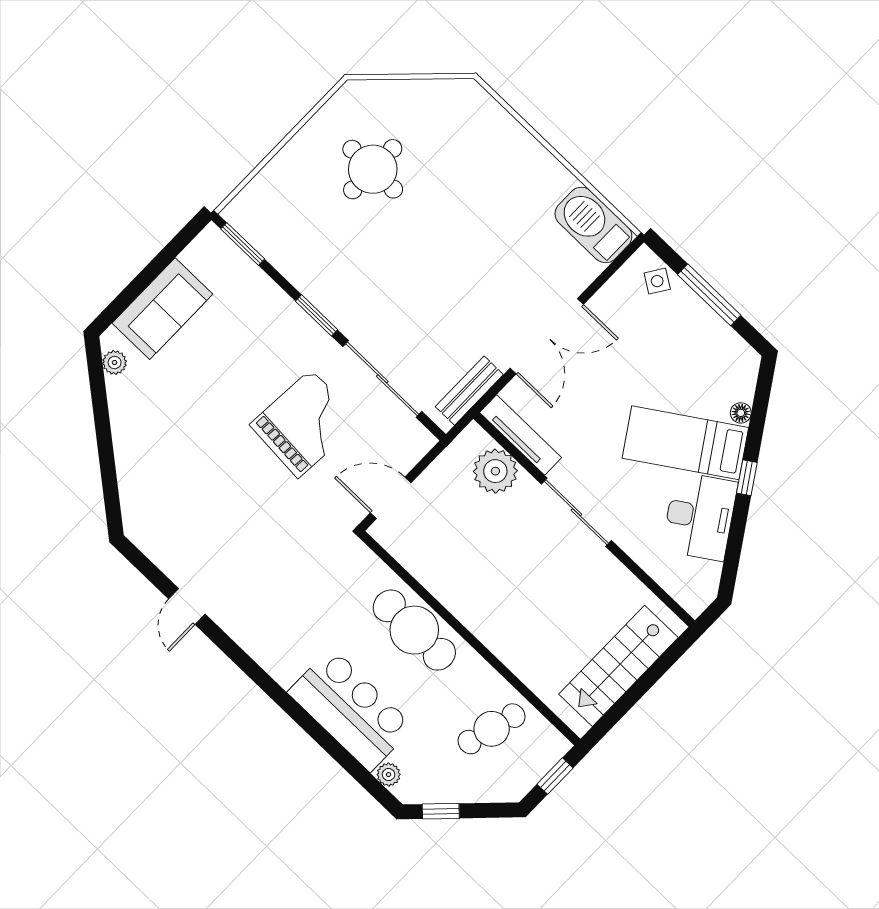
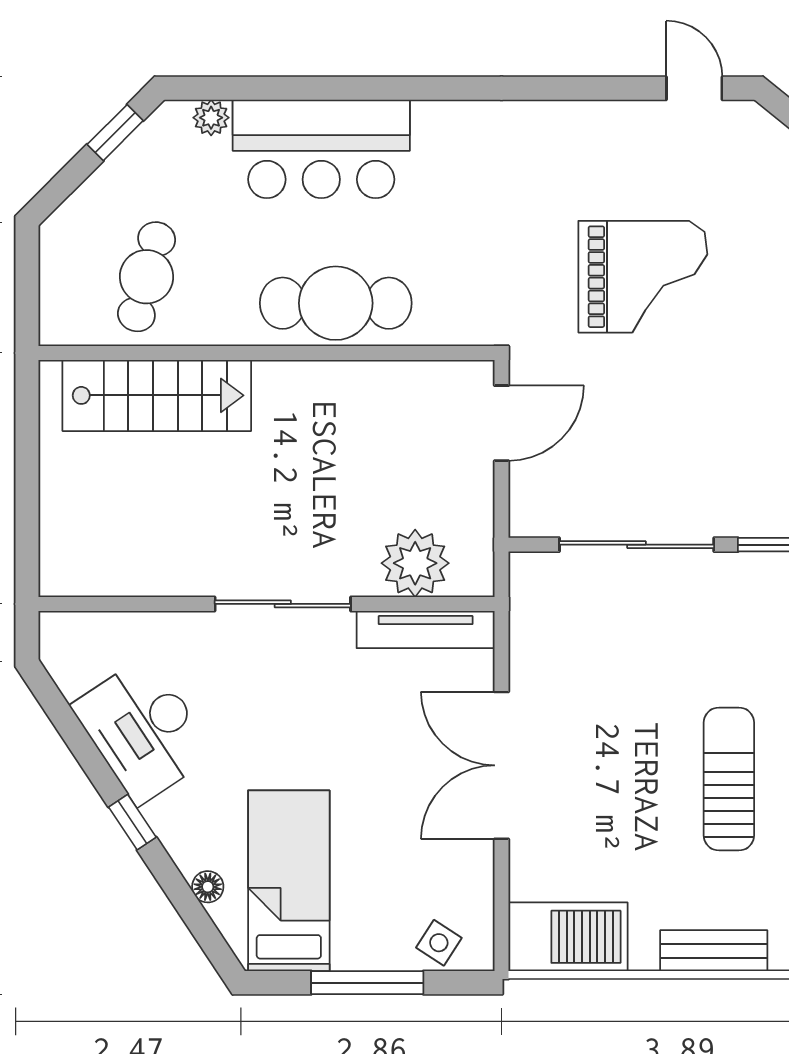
sun lounger: (446, 226) -> (729, 779), added
bench: (469, 391) -> (714, 951), moved, turned 90
grand piano: (305, 424) -> (643, 277), moved, turned -94
bed: (685, 443) -> (289, 881), moved, turned -56
door: (187, 607) -> (694, 88), moved
stairs: (619, 666) -> (157, 395), moved, turned 90
window: (555, 776) -> (27, 292), removed

